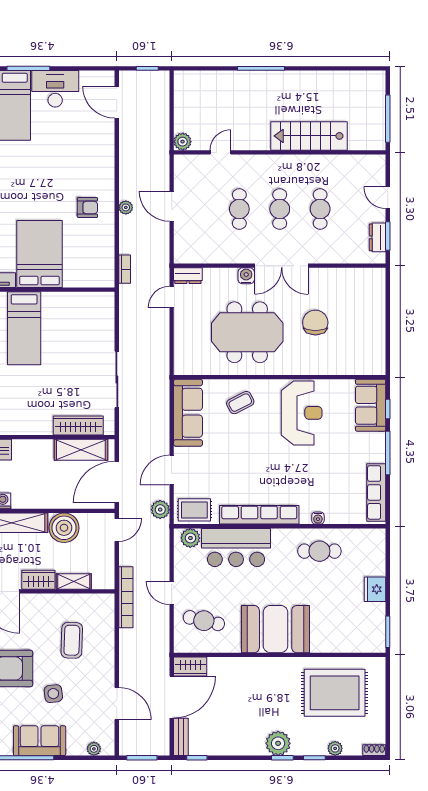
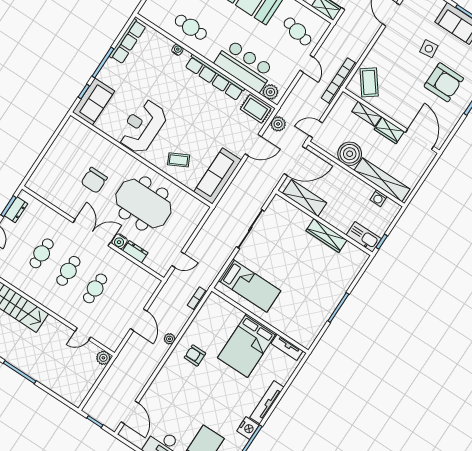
dresser: (188, 276) -> (135, 252), moved
bed: (24, 328) -> (250, 286), moved, turned 90
wardrobe: (78, 425) -> (326, 235), moved
coffee table: (72, 640) -> (369, 82), moved, turned -39

